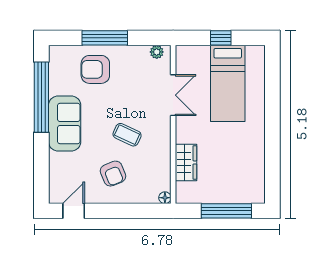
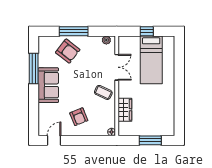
armchair: (95, 69) -> (68, 51), turned -142
window: (41, 97) -> (34, 69), width x0.68
coffee table: (127, 135) -> (103, 92), moved
window: (226, 211) -> (150, 140), width x0.69

